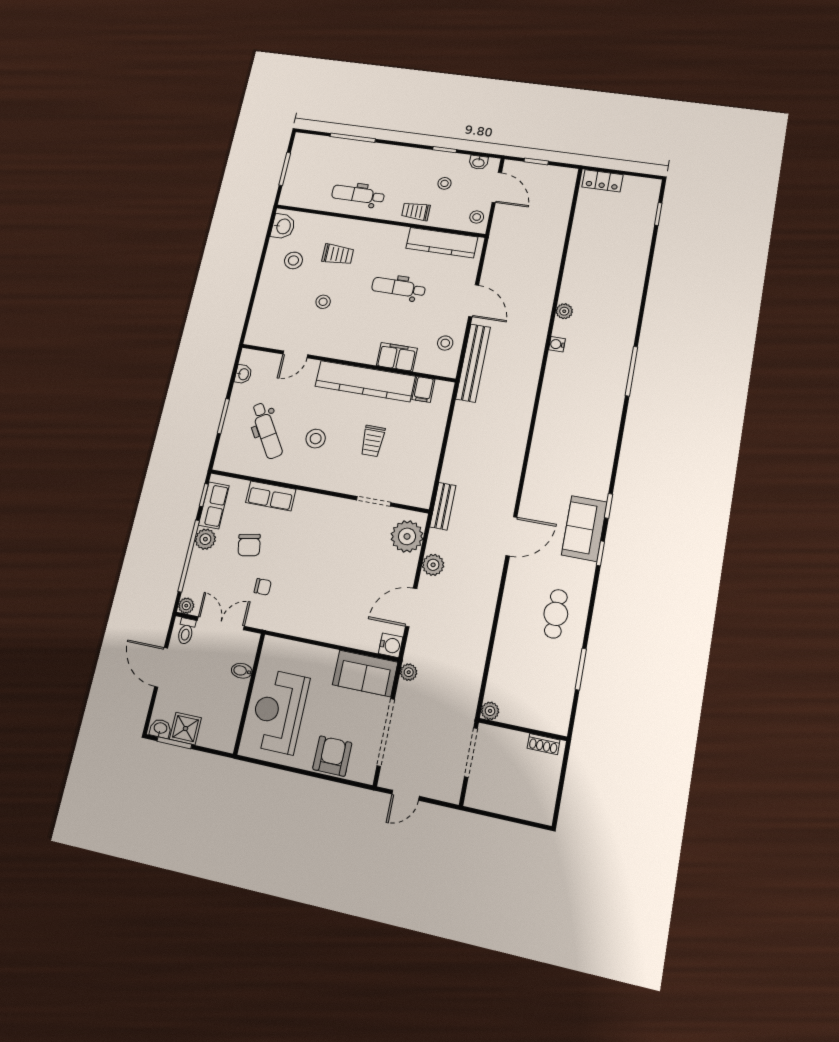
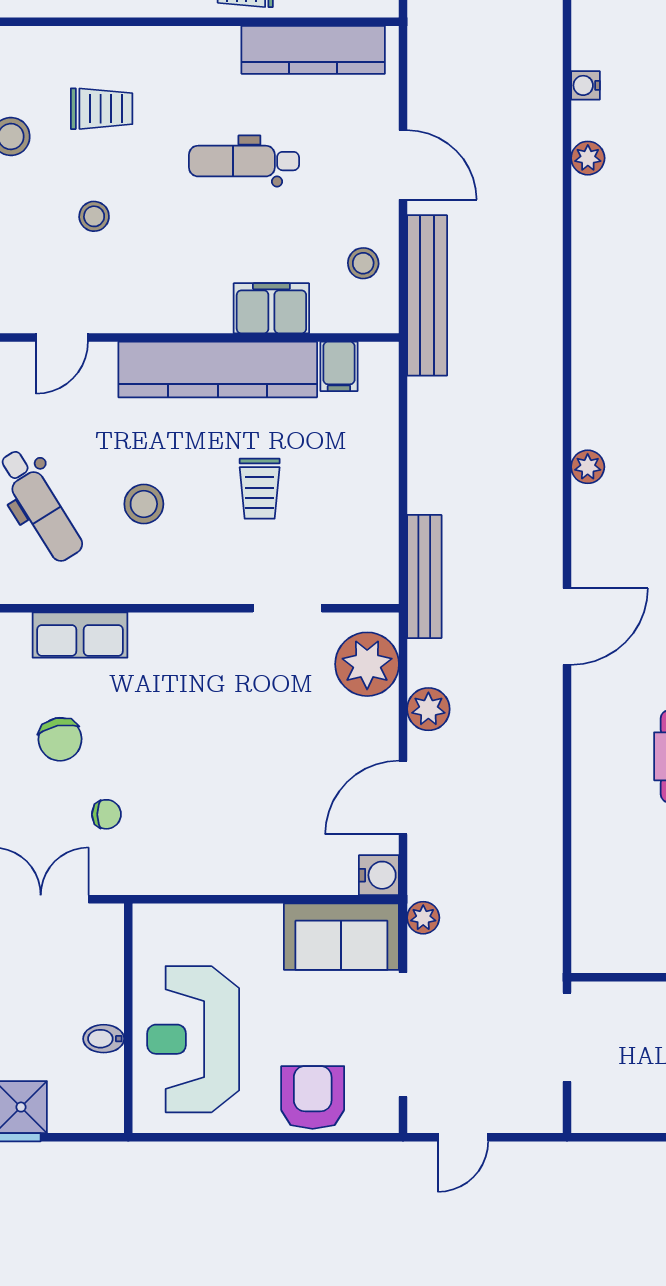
water cooler: (557, 344) -> (585, 85), moved
bench: (443, 506) -> (424, 576), width x1.36
bidet: (242, 671) -> (104, 1039), moved
plant: (490, 711) -> (588, 467), moved

